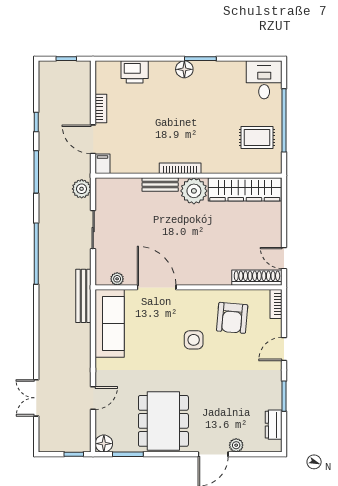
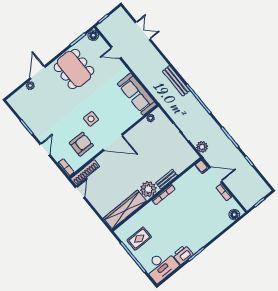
floor lamp: (184, 69) -> (234, 215), moved
printer: (135, 72) -> (183, 255), moved
desk: (264, 80) -> (161, 266), width x1.37
door: (284, 258) -> (80, 192), hinge flipped
door: (157, 287) -> (113, 142), moved
bench: (83, 296) -> (176, 81), moved
armchair: (232, 318) -> (81, 144), turned 85
door: (93, 398) -> (116, 53), hinge flipped
dresser: (274, 425) -> (21, 110), removed

